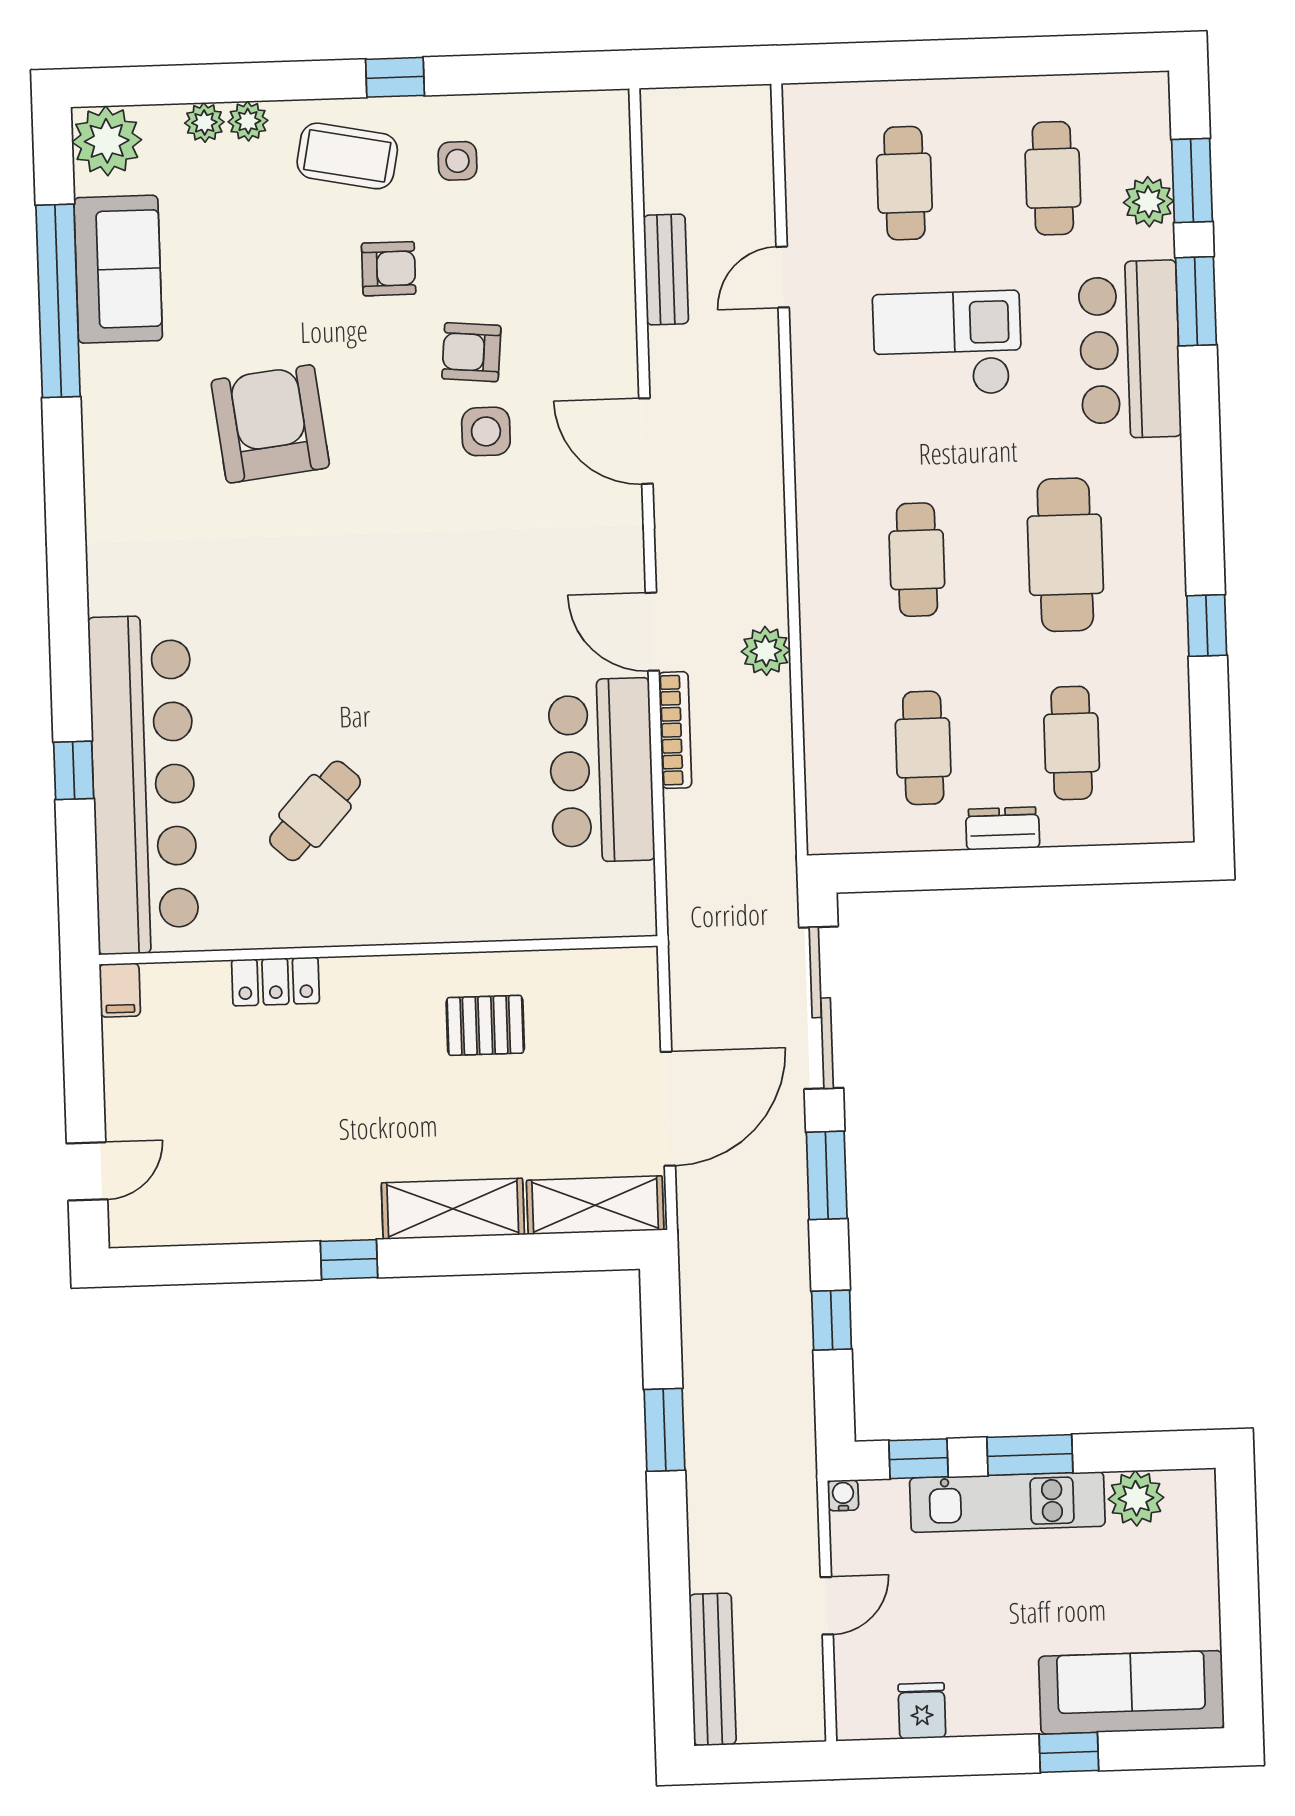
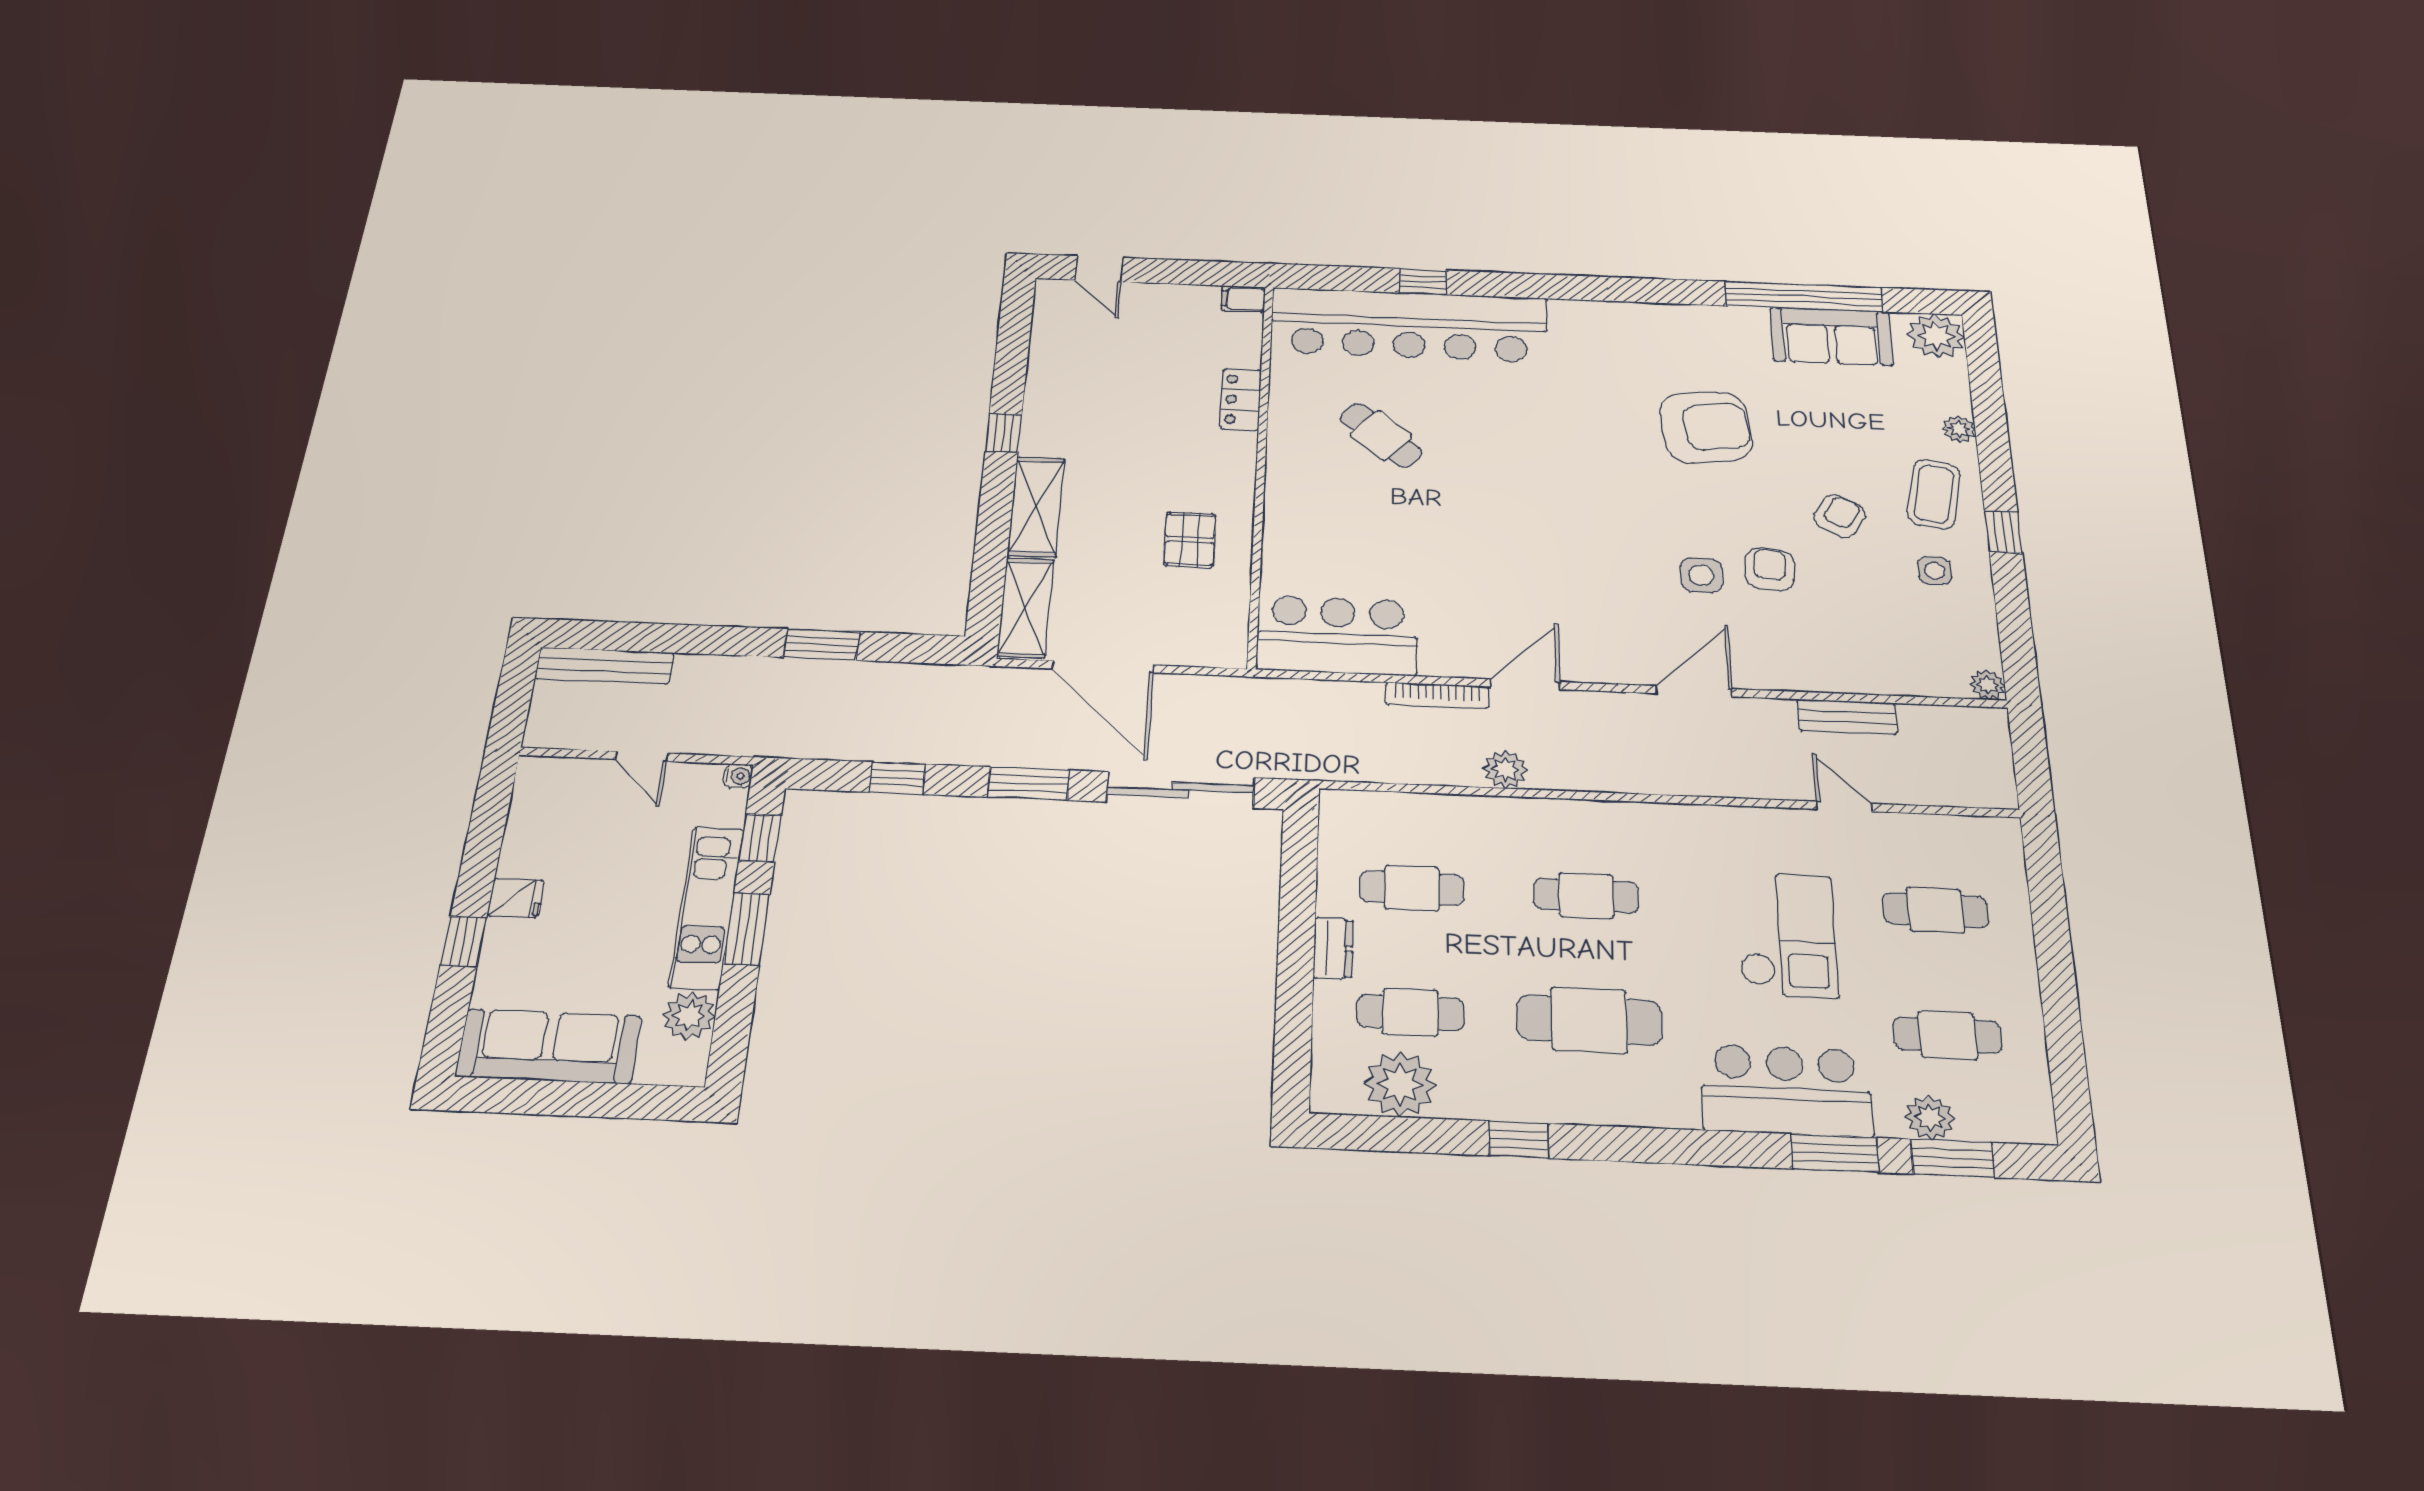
plant: (204, 122) -> (1988, 685), moved
armchair: (389, 269) -> (1839, 516), turned -150
plant: (1155, 750) -> (1400, 1084), added
bar counter: (601, 770) -> (1337, 635), moved
sofa: (1131, 1692) -> (549, 1046), moved, turned -90
fridge: (922, 1711) -> (516, 898), moved

